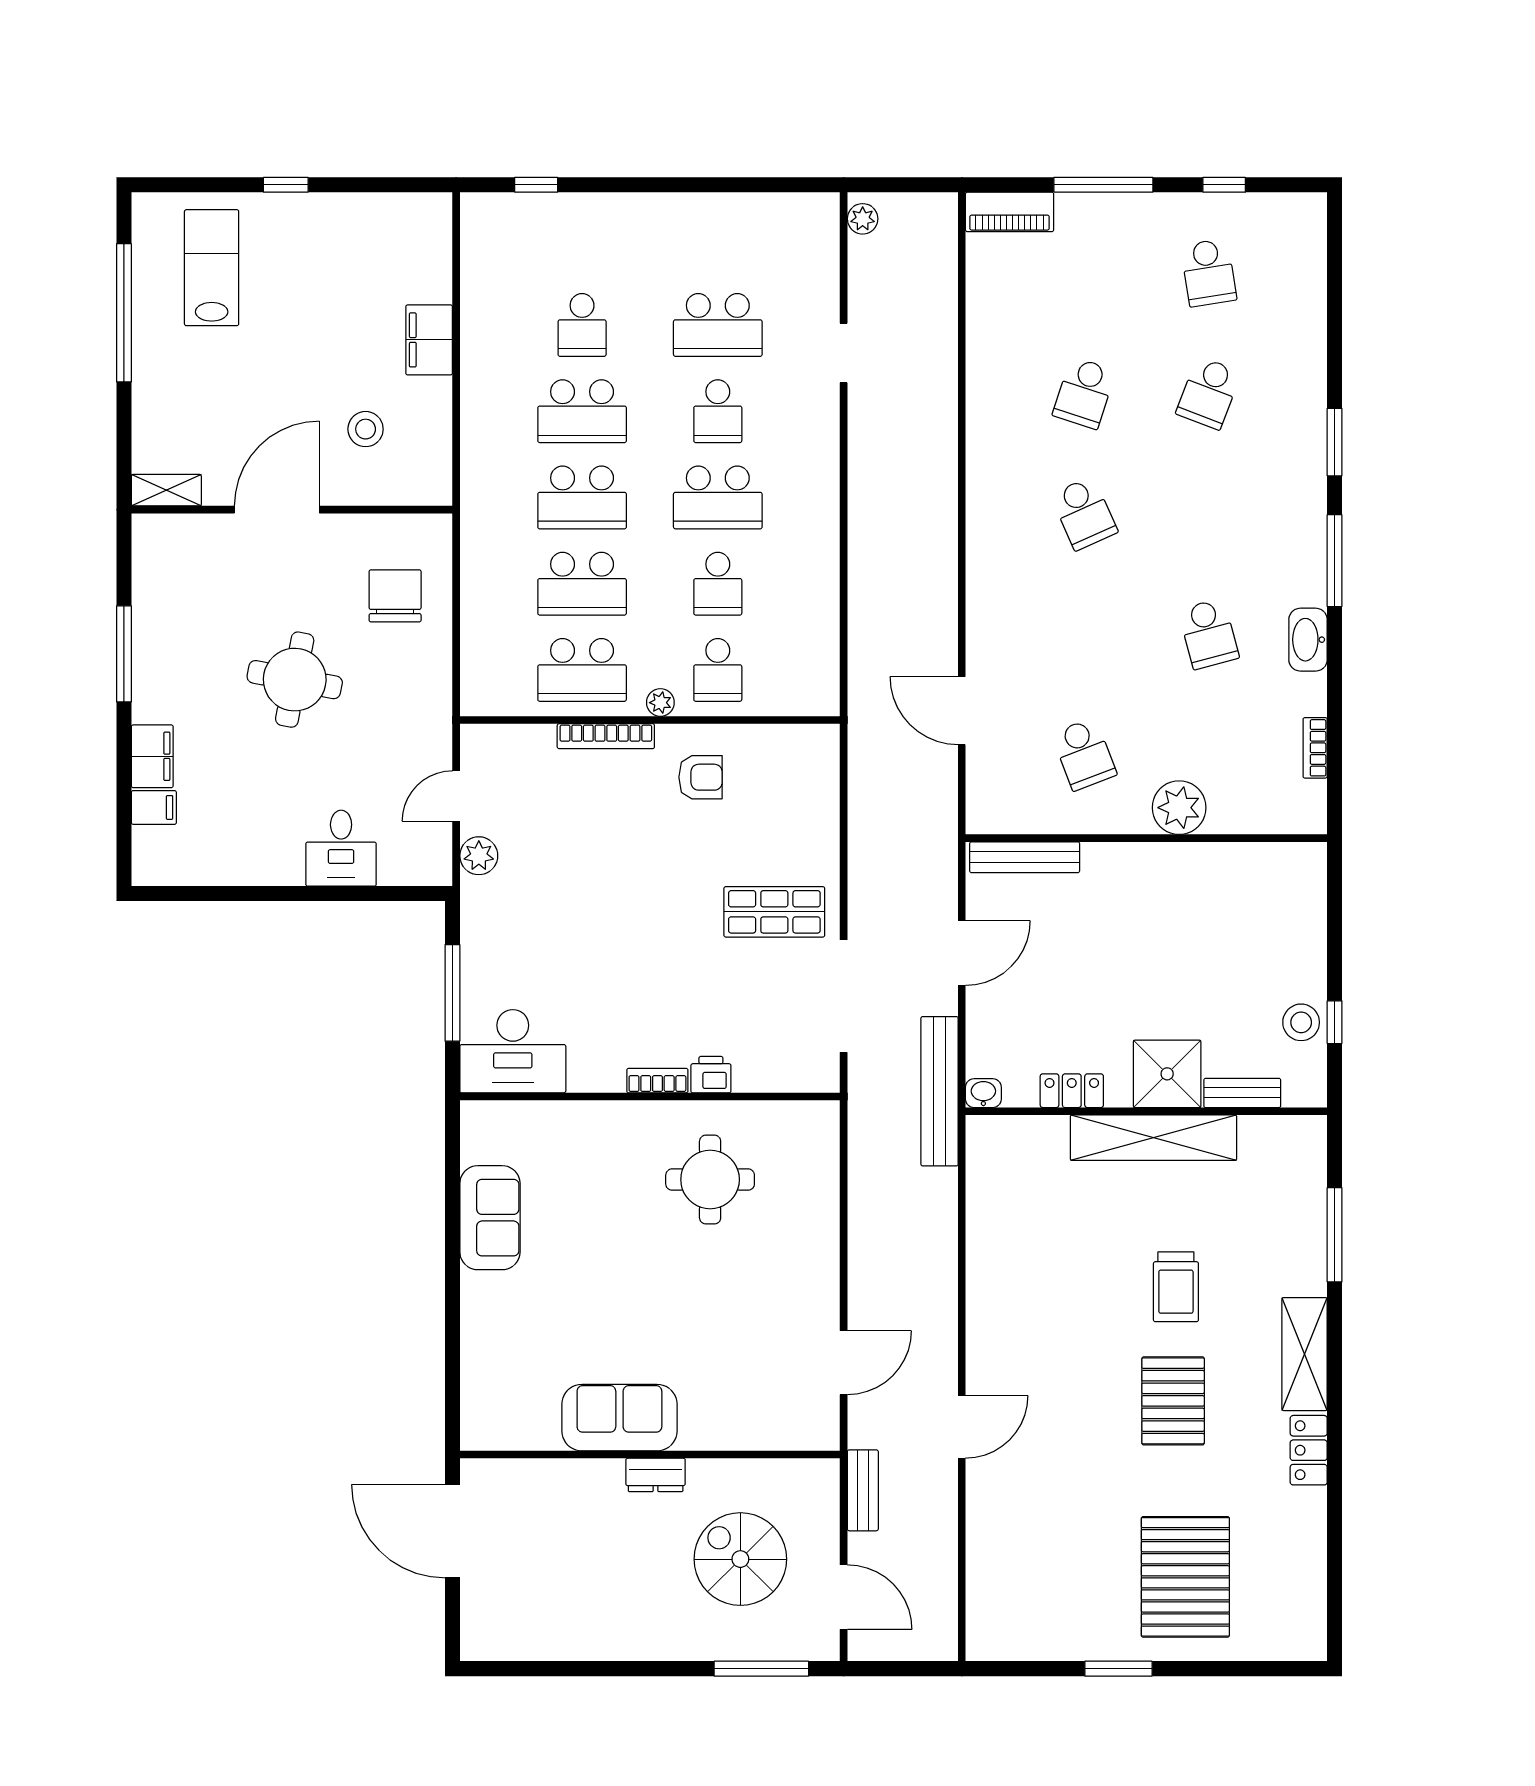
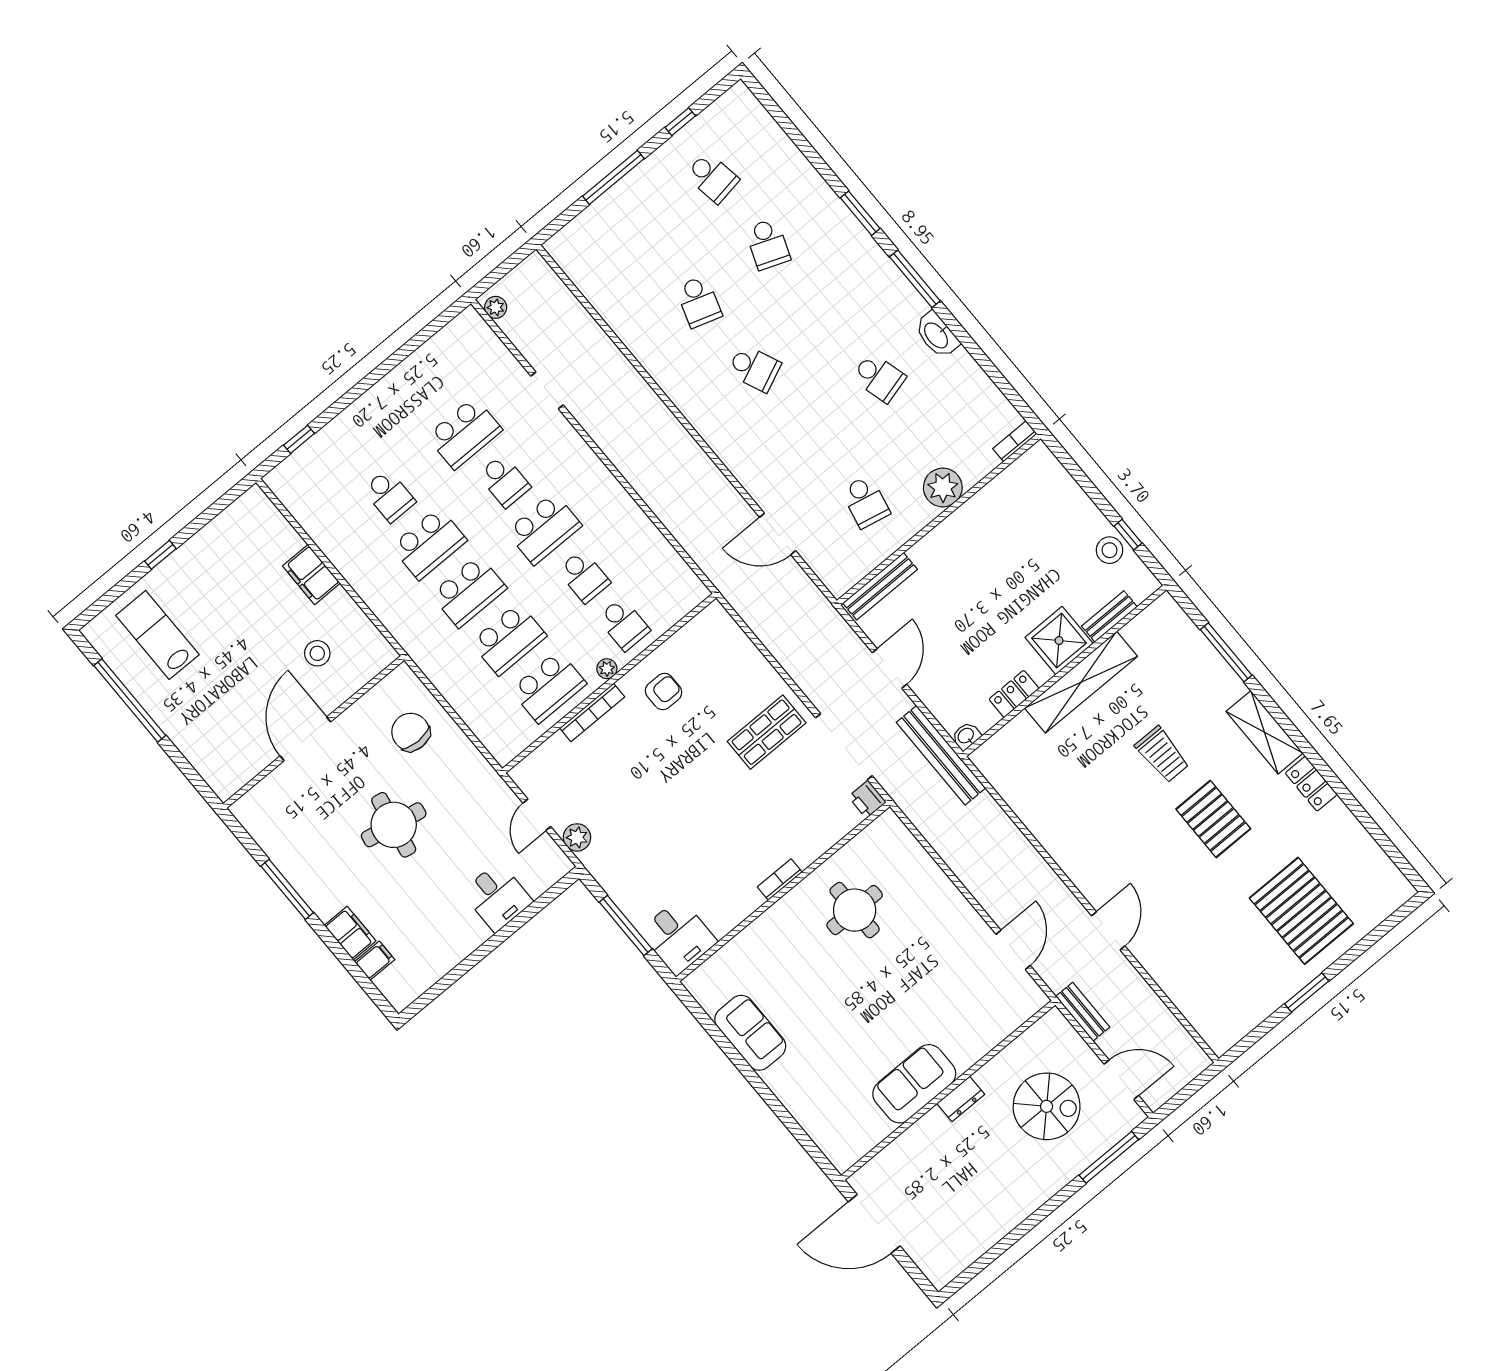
piano: (1010, 212) -> (574, 236), removed
shelving: (166, 490) -> (235, 779), removed
bookcase: (1315, 748) -> (1015, 441), moved, turned 90
school desk: (1084, 754) -> (865, 502), turned 33
desk: (513, 1051) -> (678, 937), width x0.73
printer: (711, 1075) -> (867, 799), moved, turned -90
spiral stairs: (740, 1559) -> (1047, 1106), turned 180

